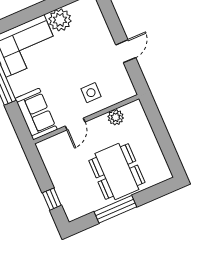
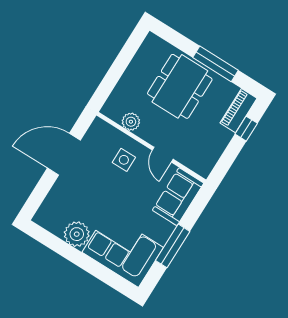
door: (126, 51) -> (64, 154), width x1.87
door: (75, 124) -> (163, 155), swing flipped
piano: (69, 203) -> (239, 111), added

